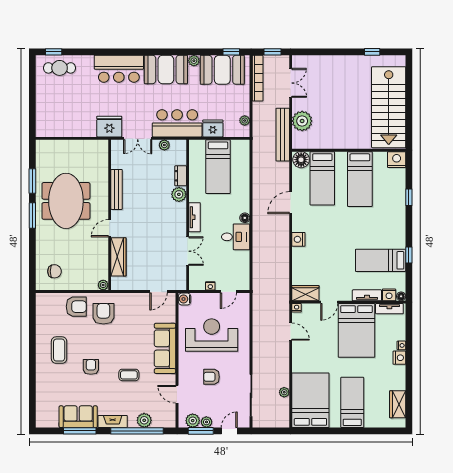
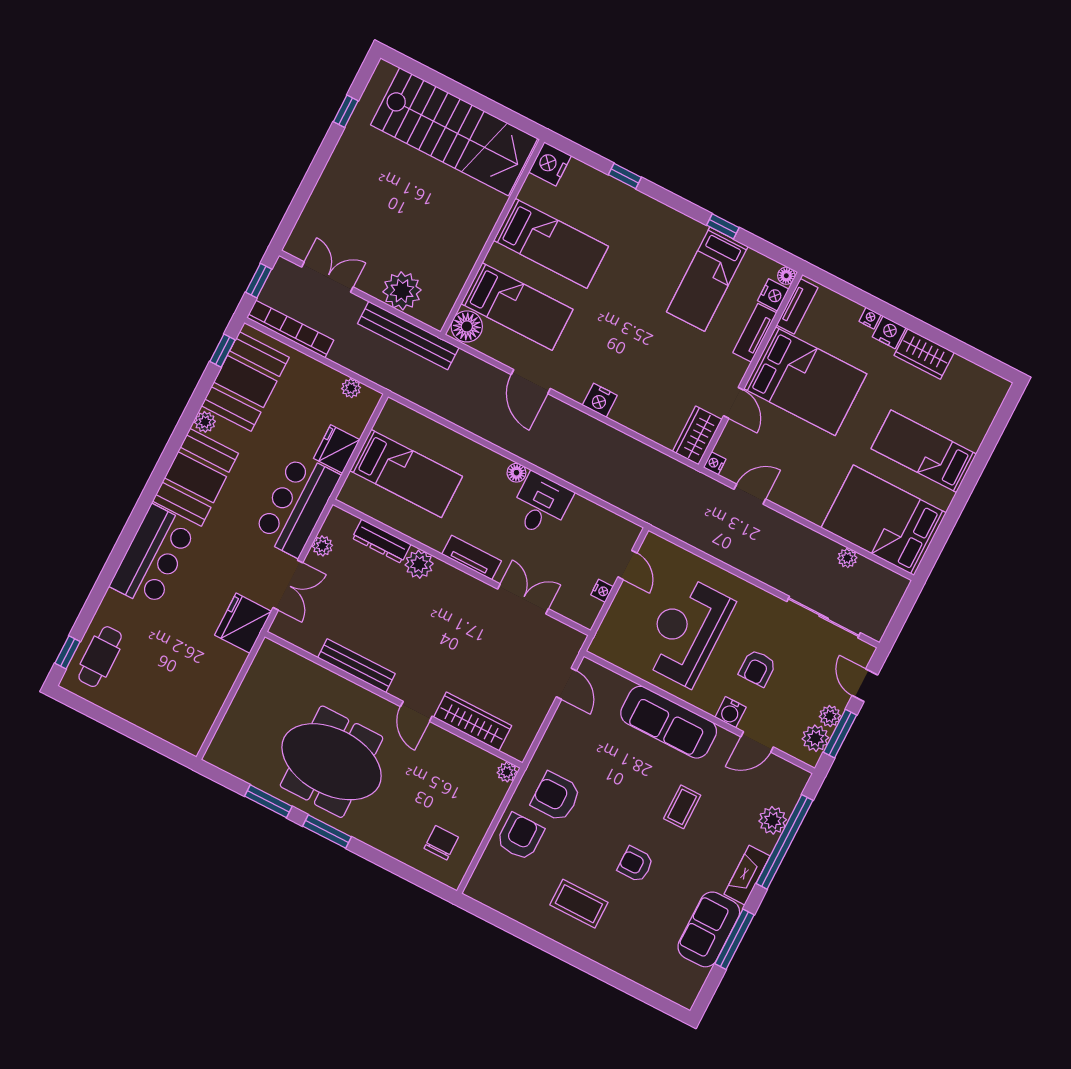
dresser: (181, 176) -> (381, 541), width x1.44
water cooler: (185, 299) -> (731, 712), moved
wardrobe: (398, 404) -> (924, 354), moved

